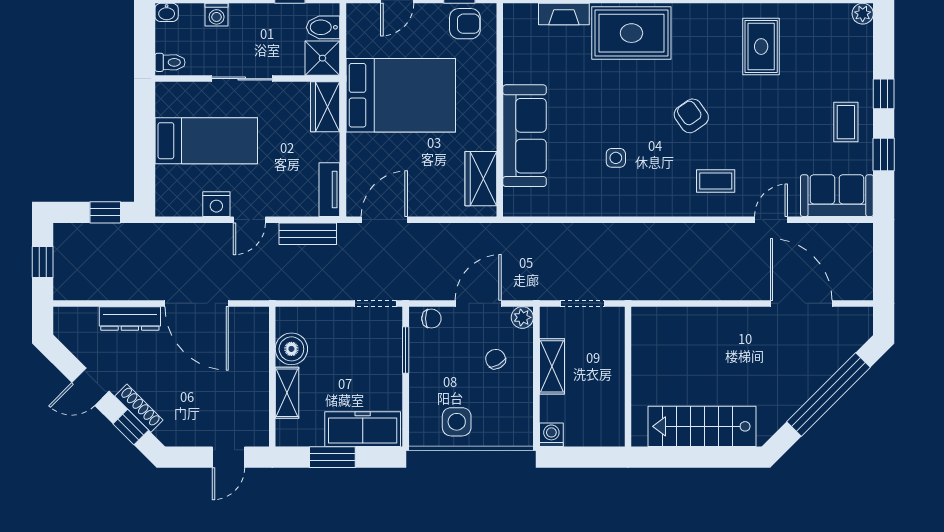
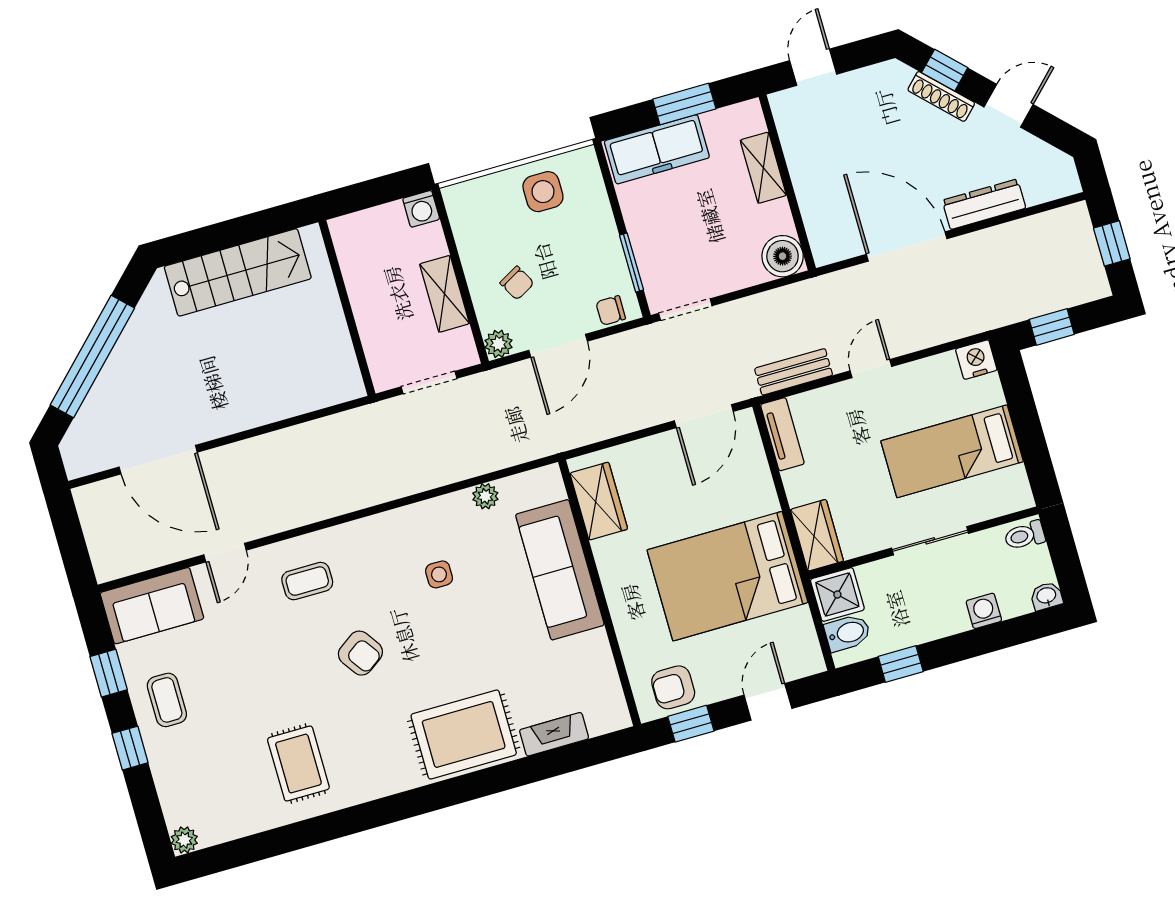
nightstand: (216, 204) -> (976, 360), moved
plant: (565, 206) -> (485, 496), added
boiler: (291, 349) -> (783, 256), moved

